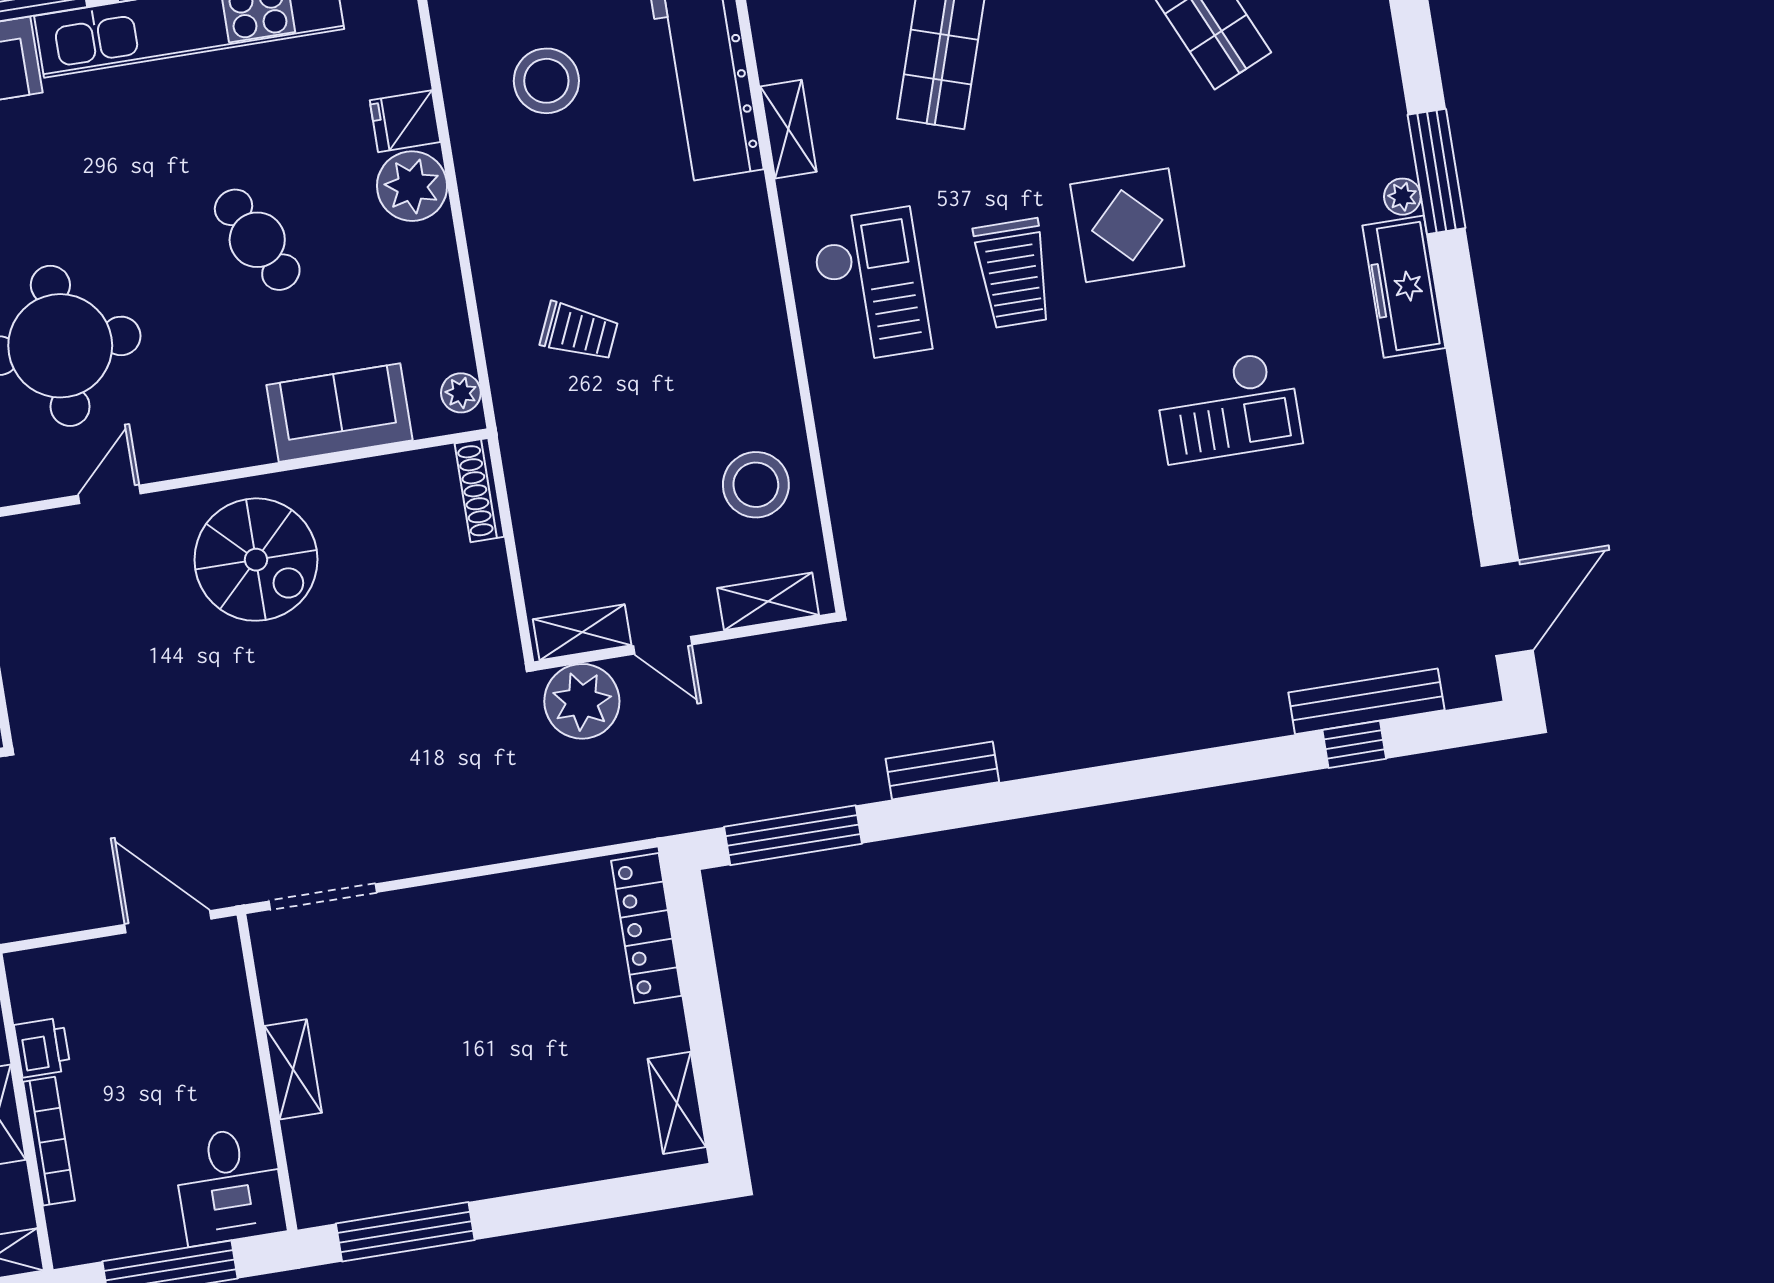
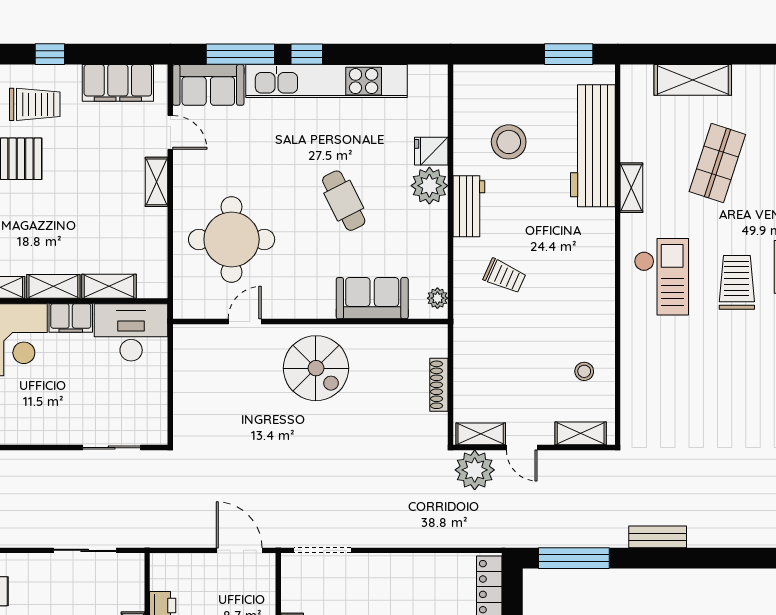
workbench: (492, 213) -> (469, 206), added
trolley: (1013, 273) -> (737, 282), turned 180
stool: (756, 485) -> (584, 371), width x0.53, depth x0.53
shoe rack: (479, 490) -> (439, 385), moved

